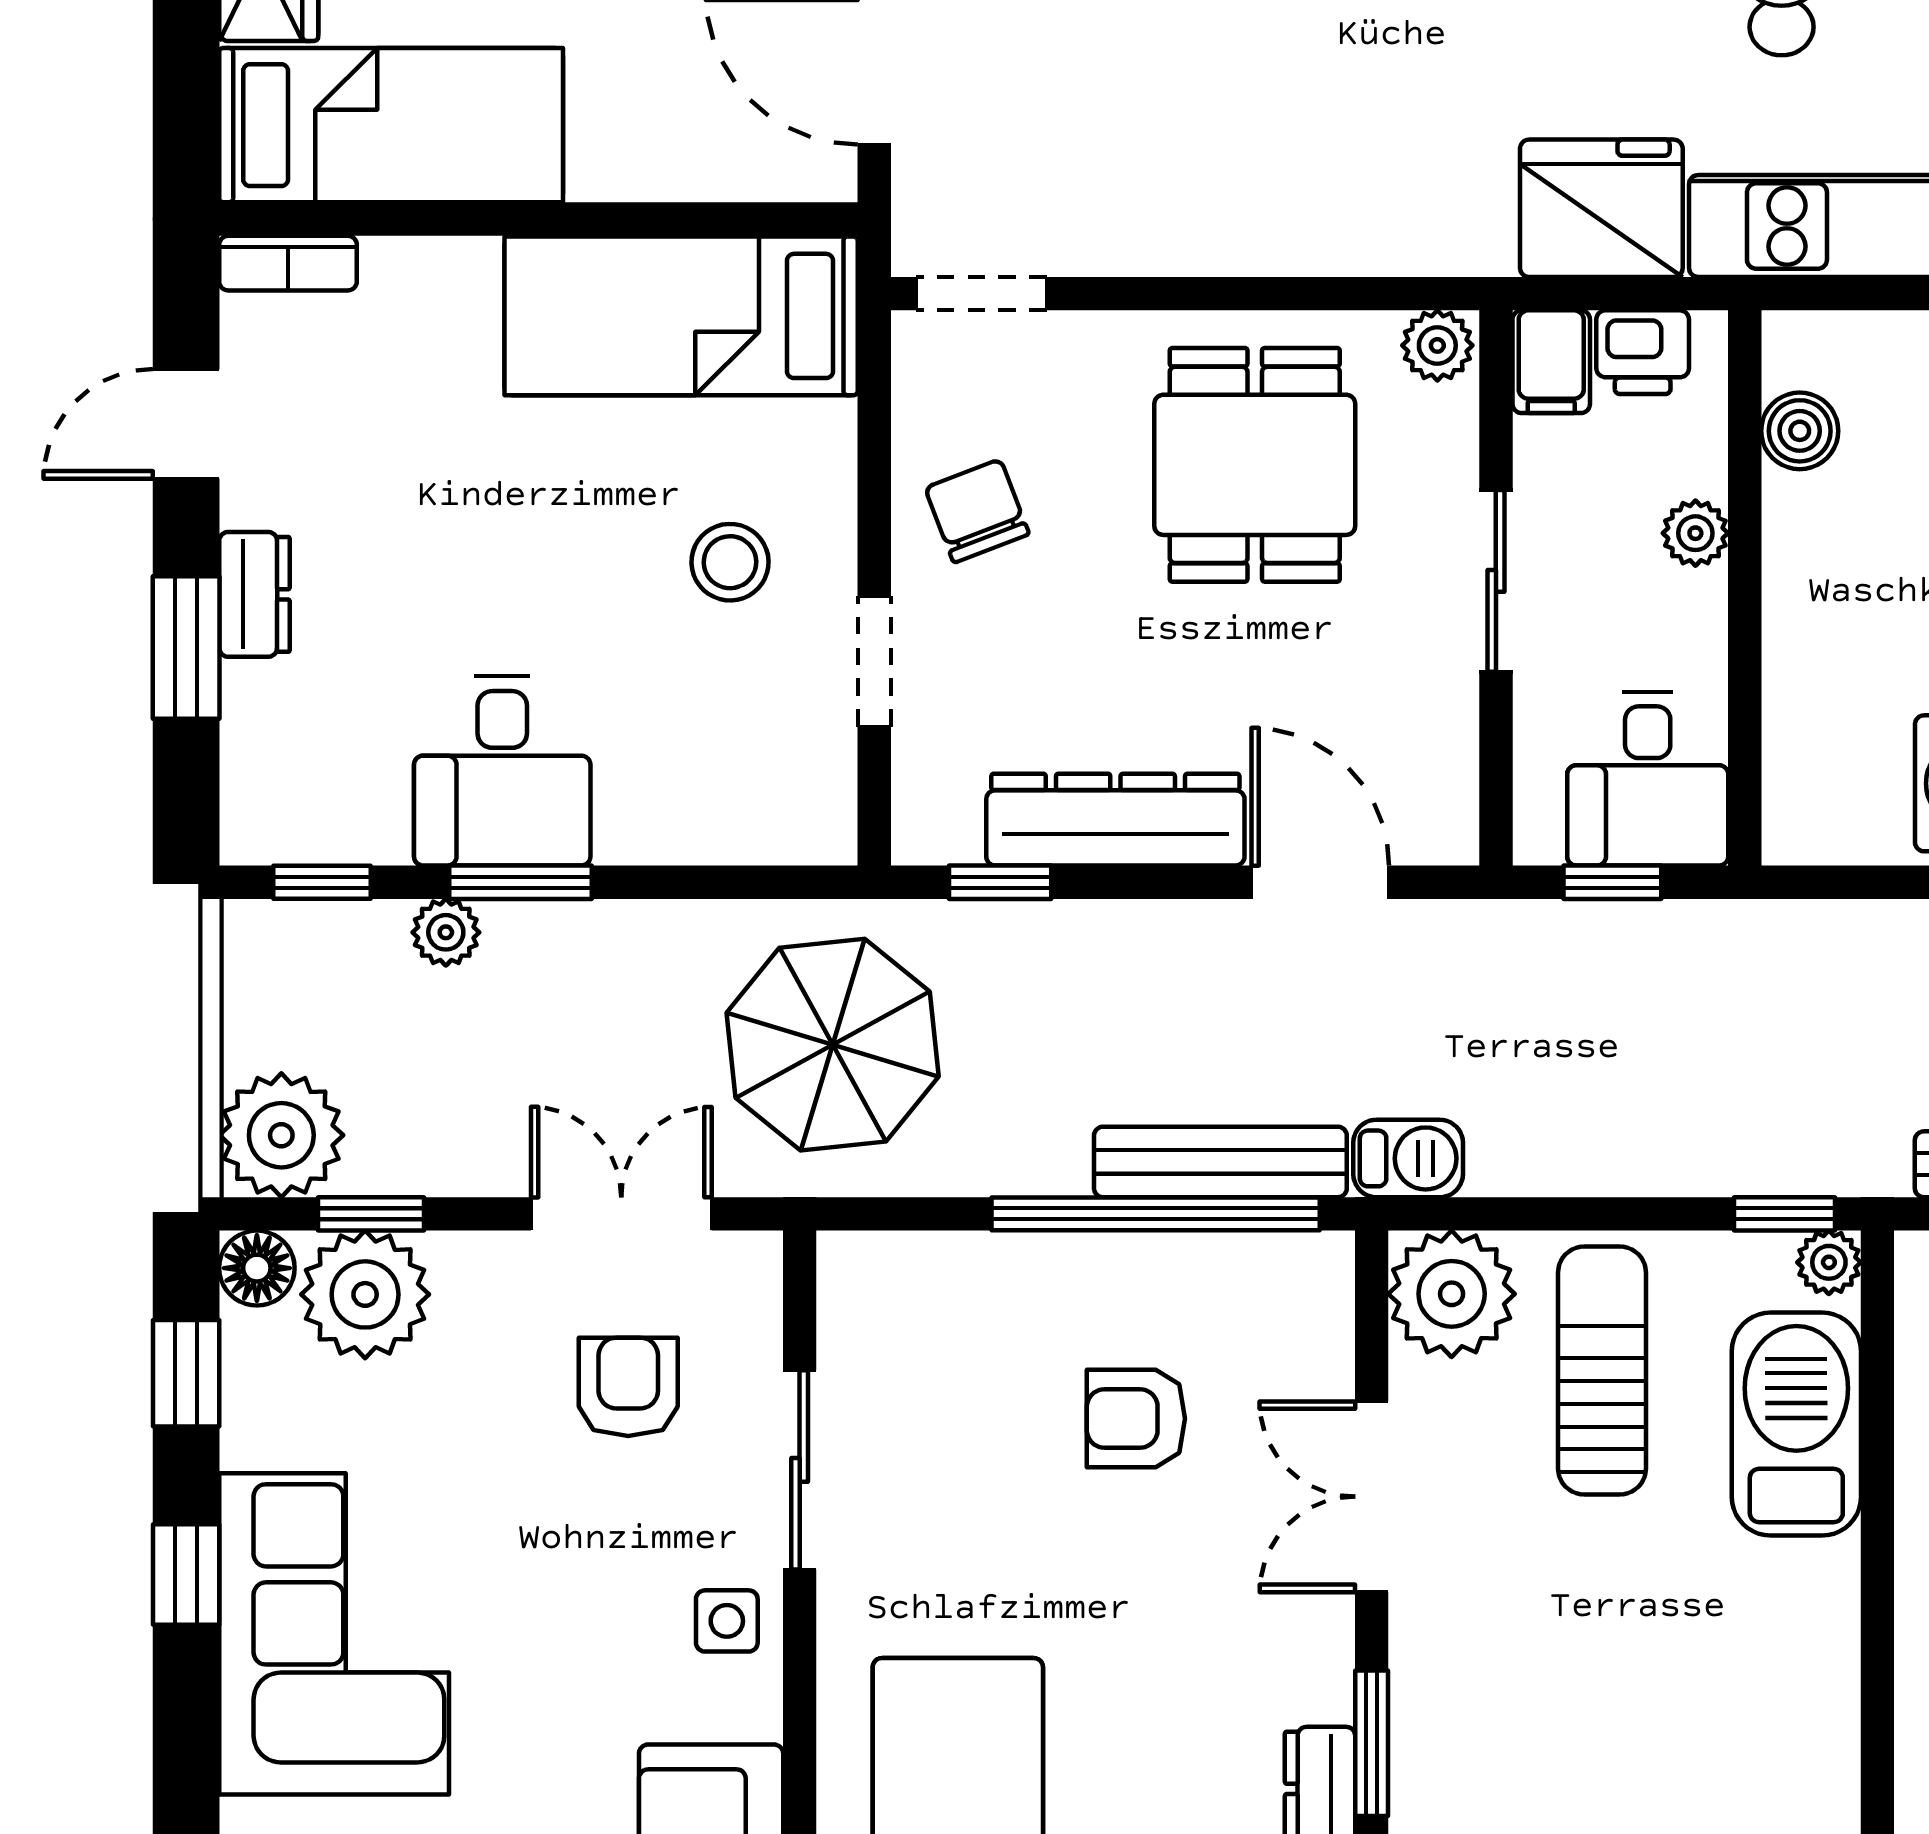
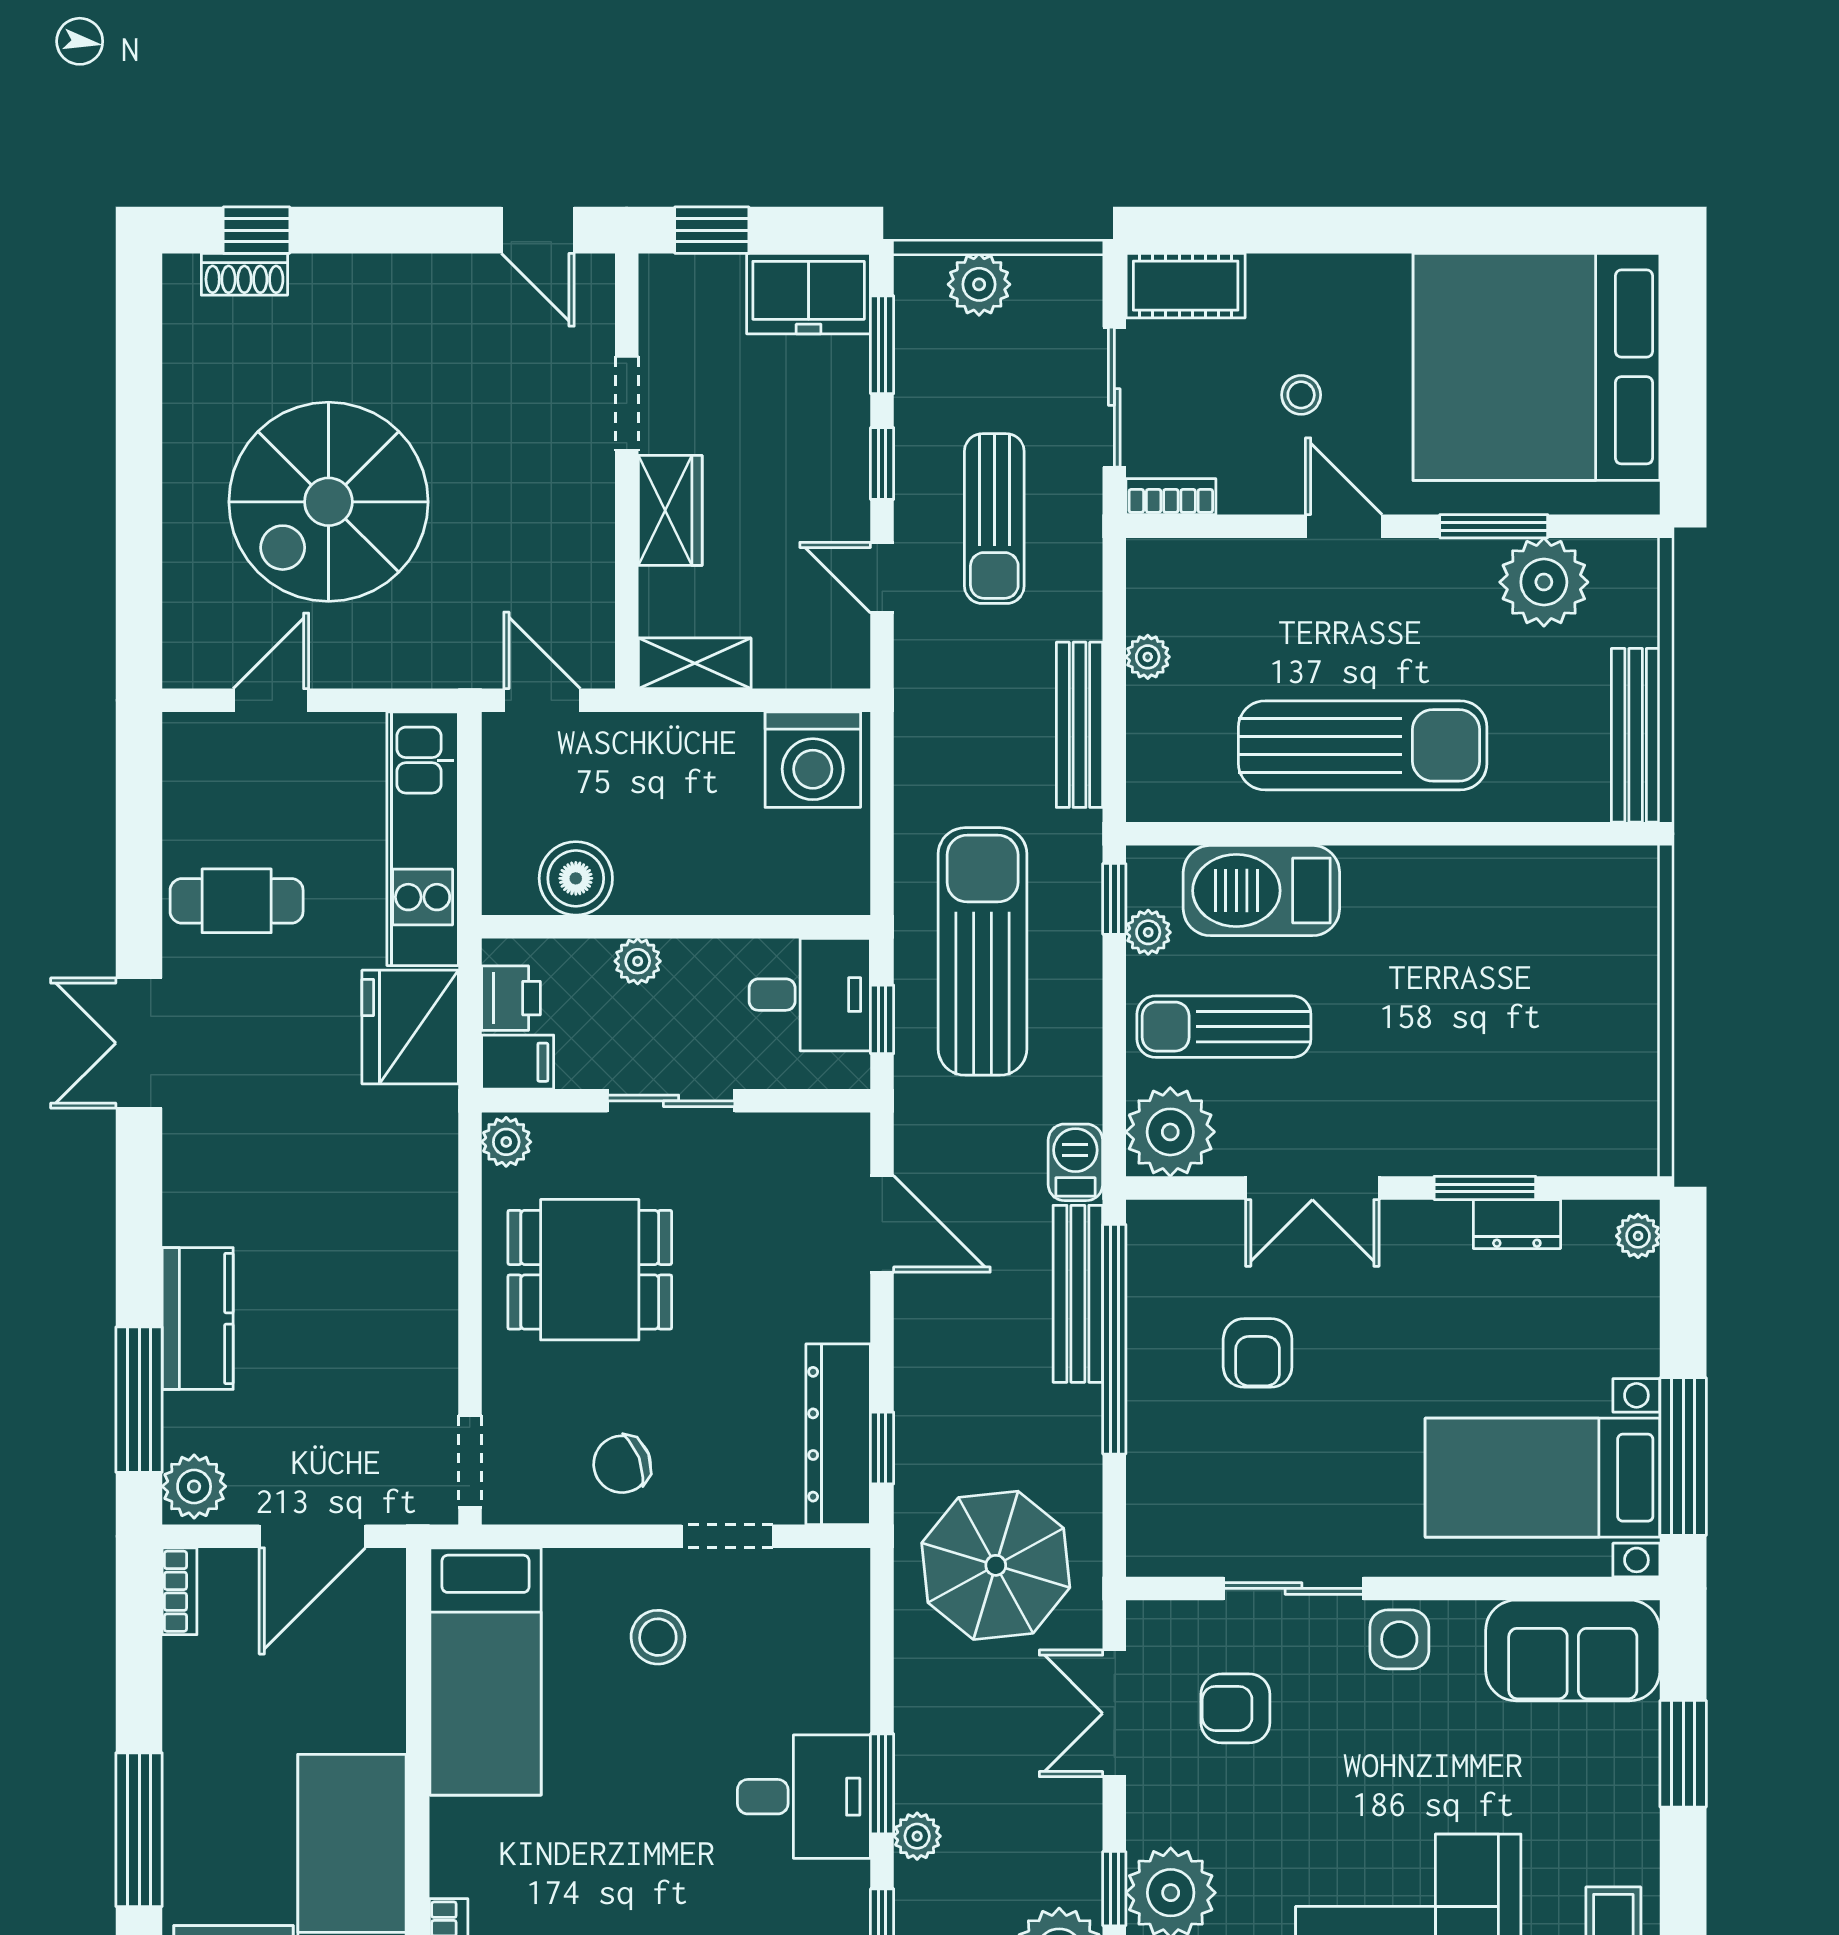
boiler: (1800, 431) -> (576, 878), width x1.36, depth x1.36
dresser: (1115, 820) -> (838, 1434), moved
door: (1320, 882) -> (882, 1224), swing flipped
sun lounger: (1709, 1026) -> (983, 951), added
plant: (1829, 1262) -> (1148, 932), moved
side table: (727, 1621) -> (1399, 1639), width x1.37, depth x1.37

